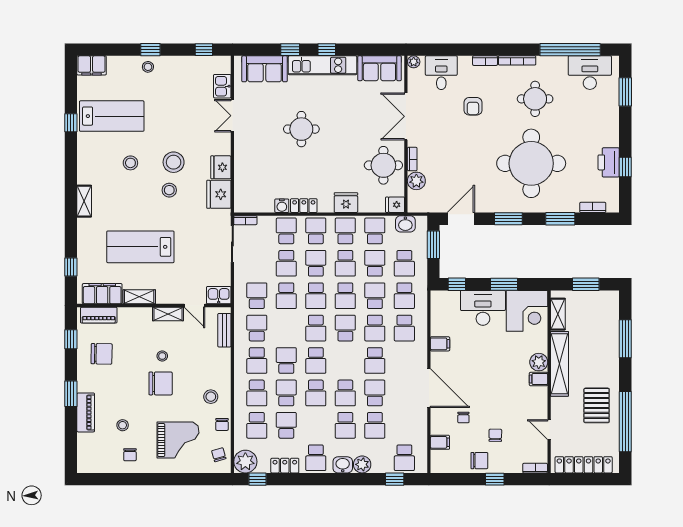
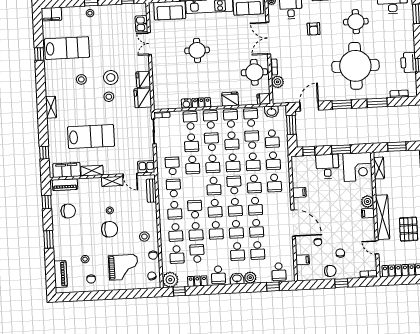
lab bench: (140, 247) -> (91, 137), turned 180
school desk: (375, 296) -> (253, 162), turned 180
desk: (483, 308) -> (327, 166), width x0.73
school desk: (345, 361) -> (235, 207), added
shelving: (560, 364) -> (383, 217), moved
school desk: (286, 393) -> (196, 231), turned 180
school desk: (375, 393) -> (256, 228), turned 180
piano: (86, 412) -> (61, 274), moved

